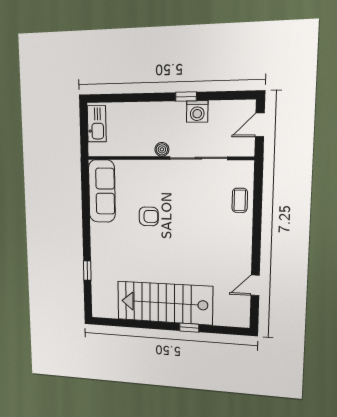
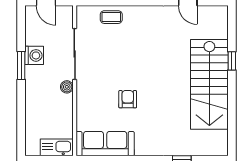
window: (186, 97) -> (21, 65), width x1.50
kitchen sink: (97, 124) -> (57, 147), moved

